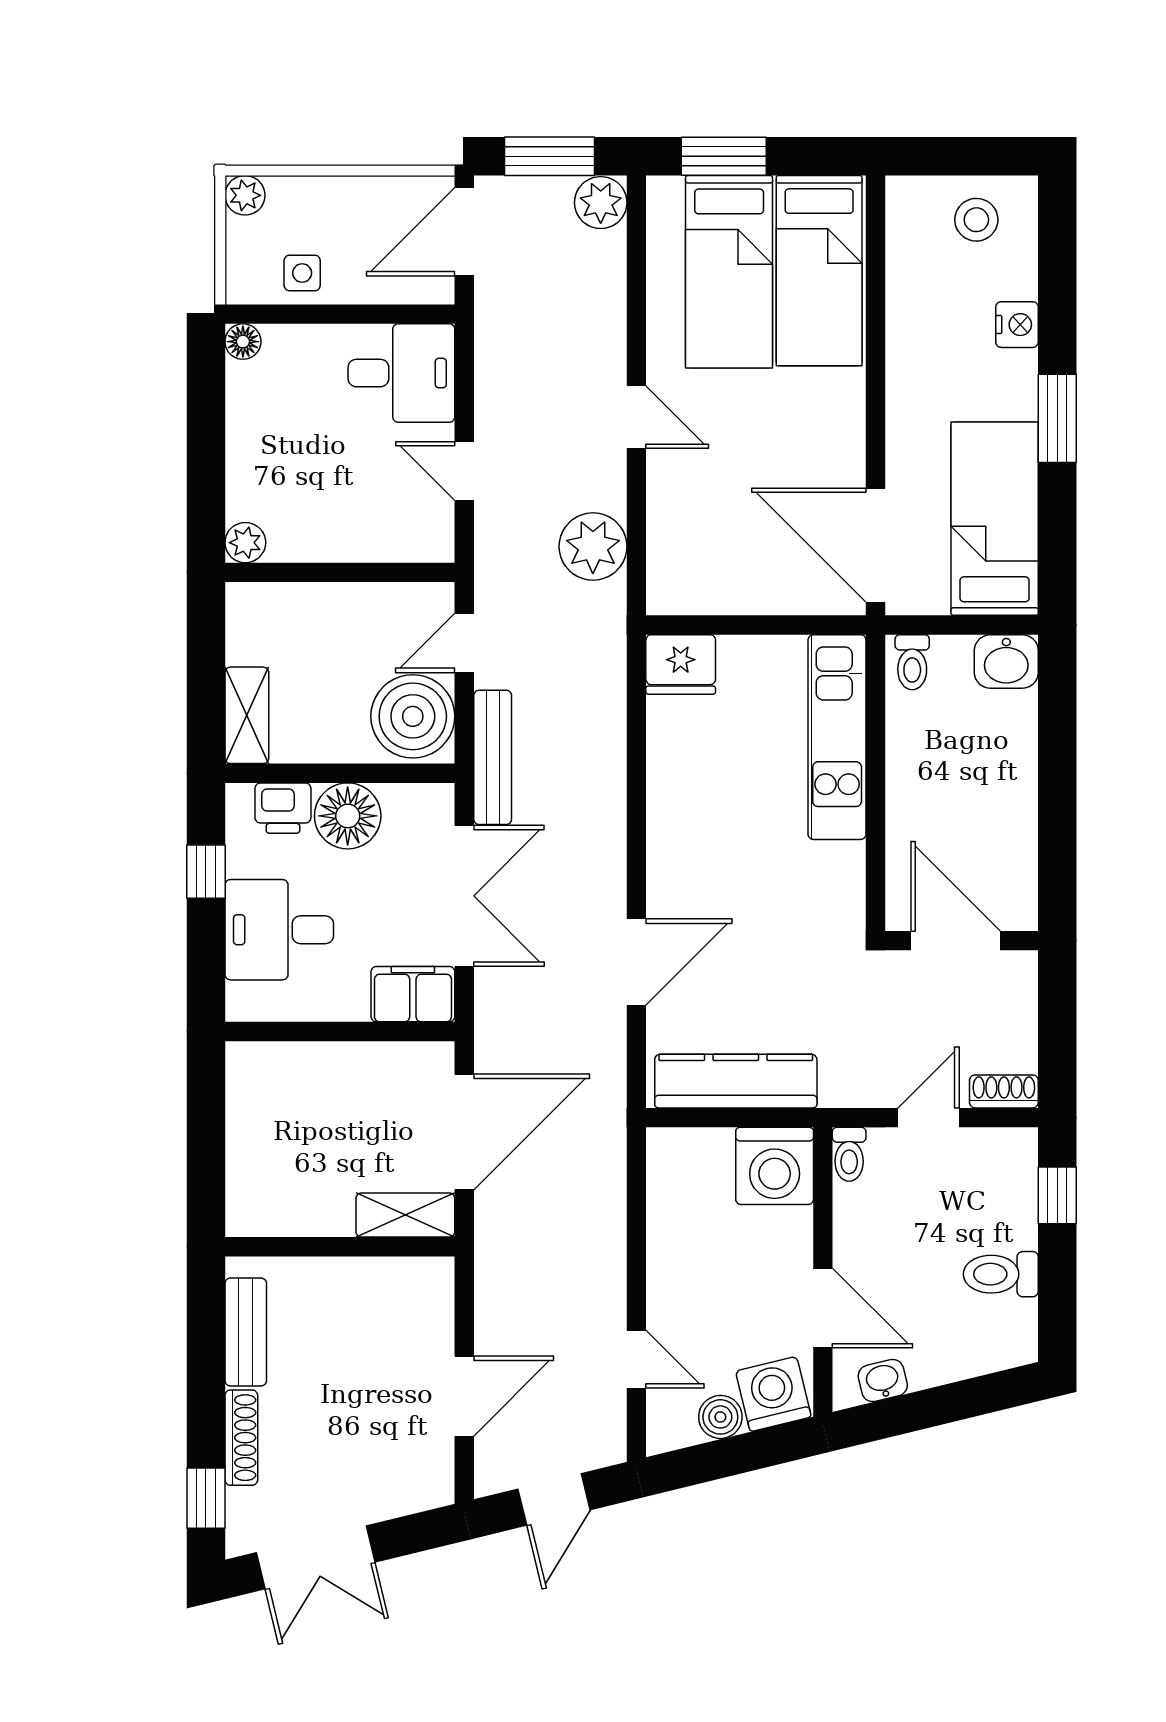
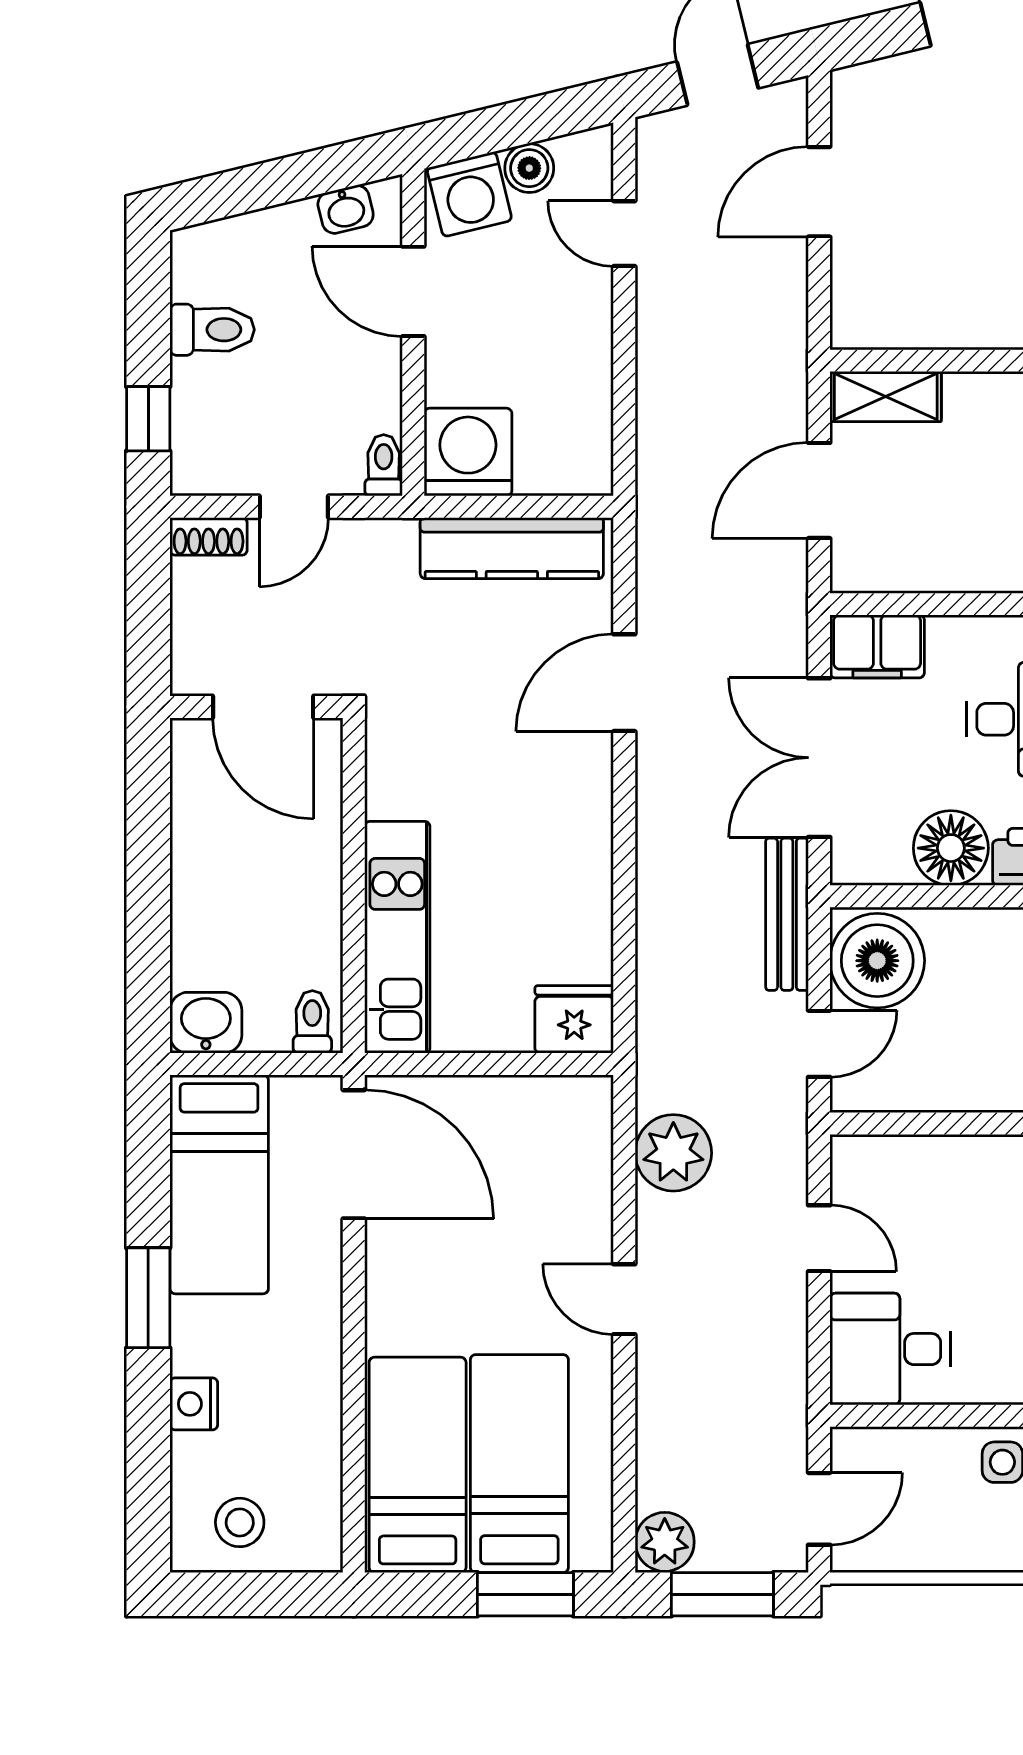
door: (464, 232) -> (819, 1509), width x0.73
door: (464, 1132) -> (819, 490), width x0.73

